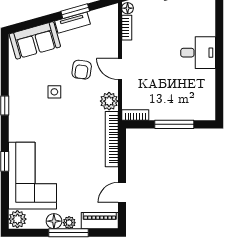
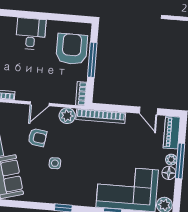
armchair: (185, 100) -> (72, 49), added

